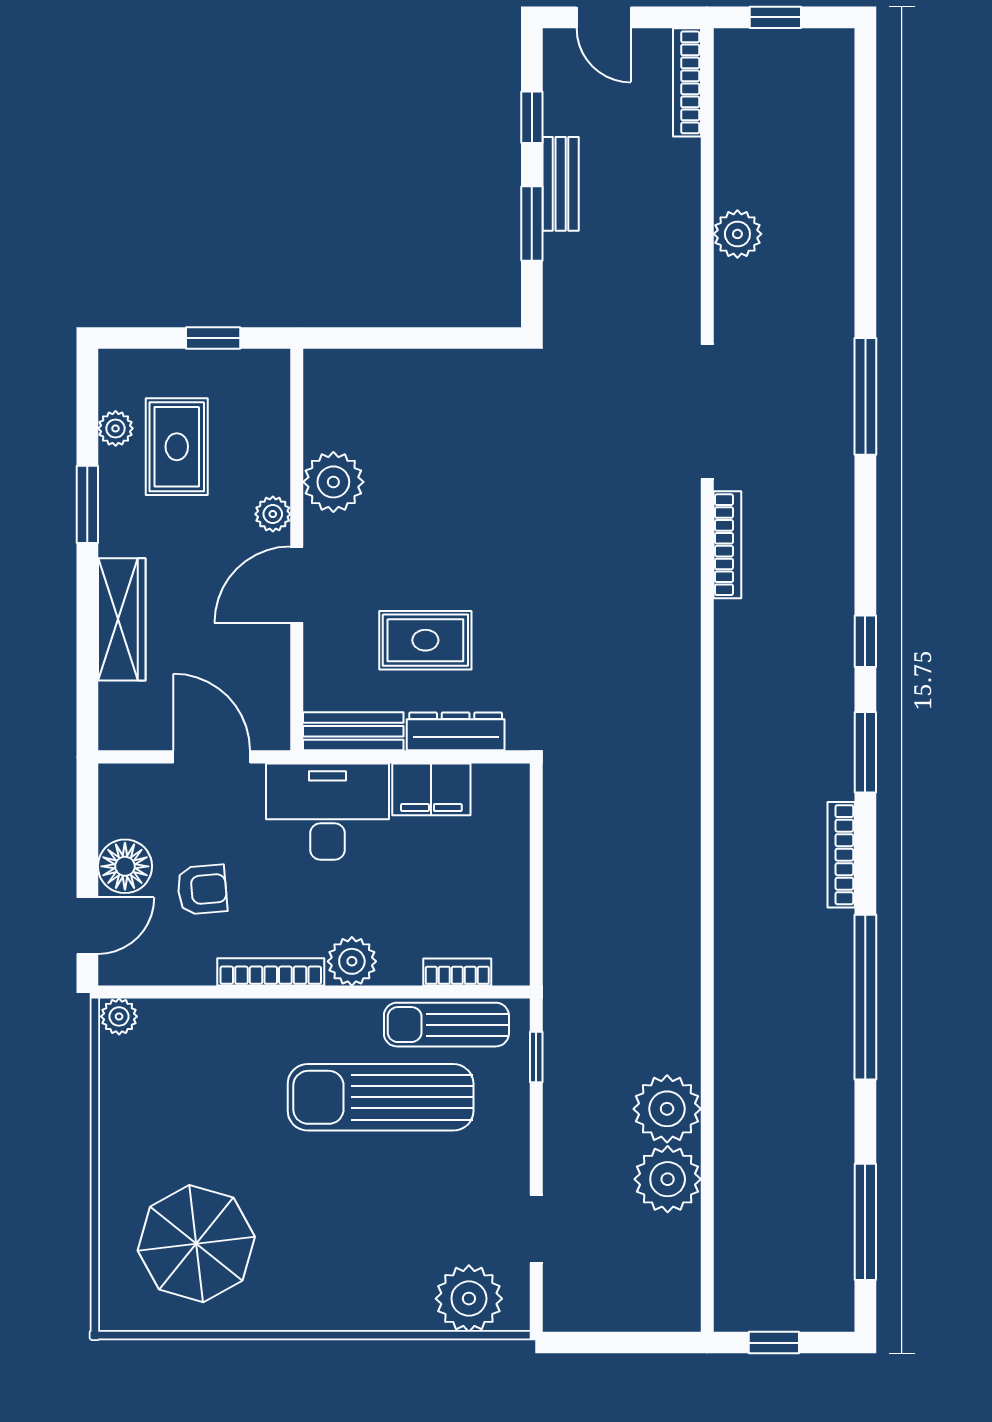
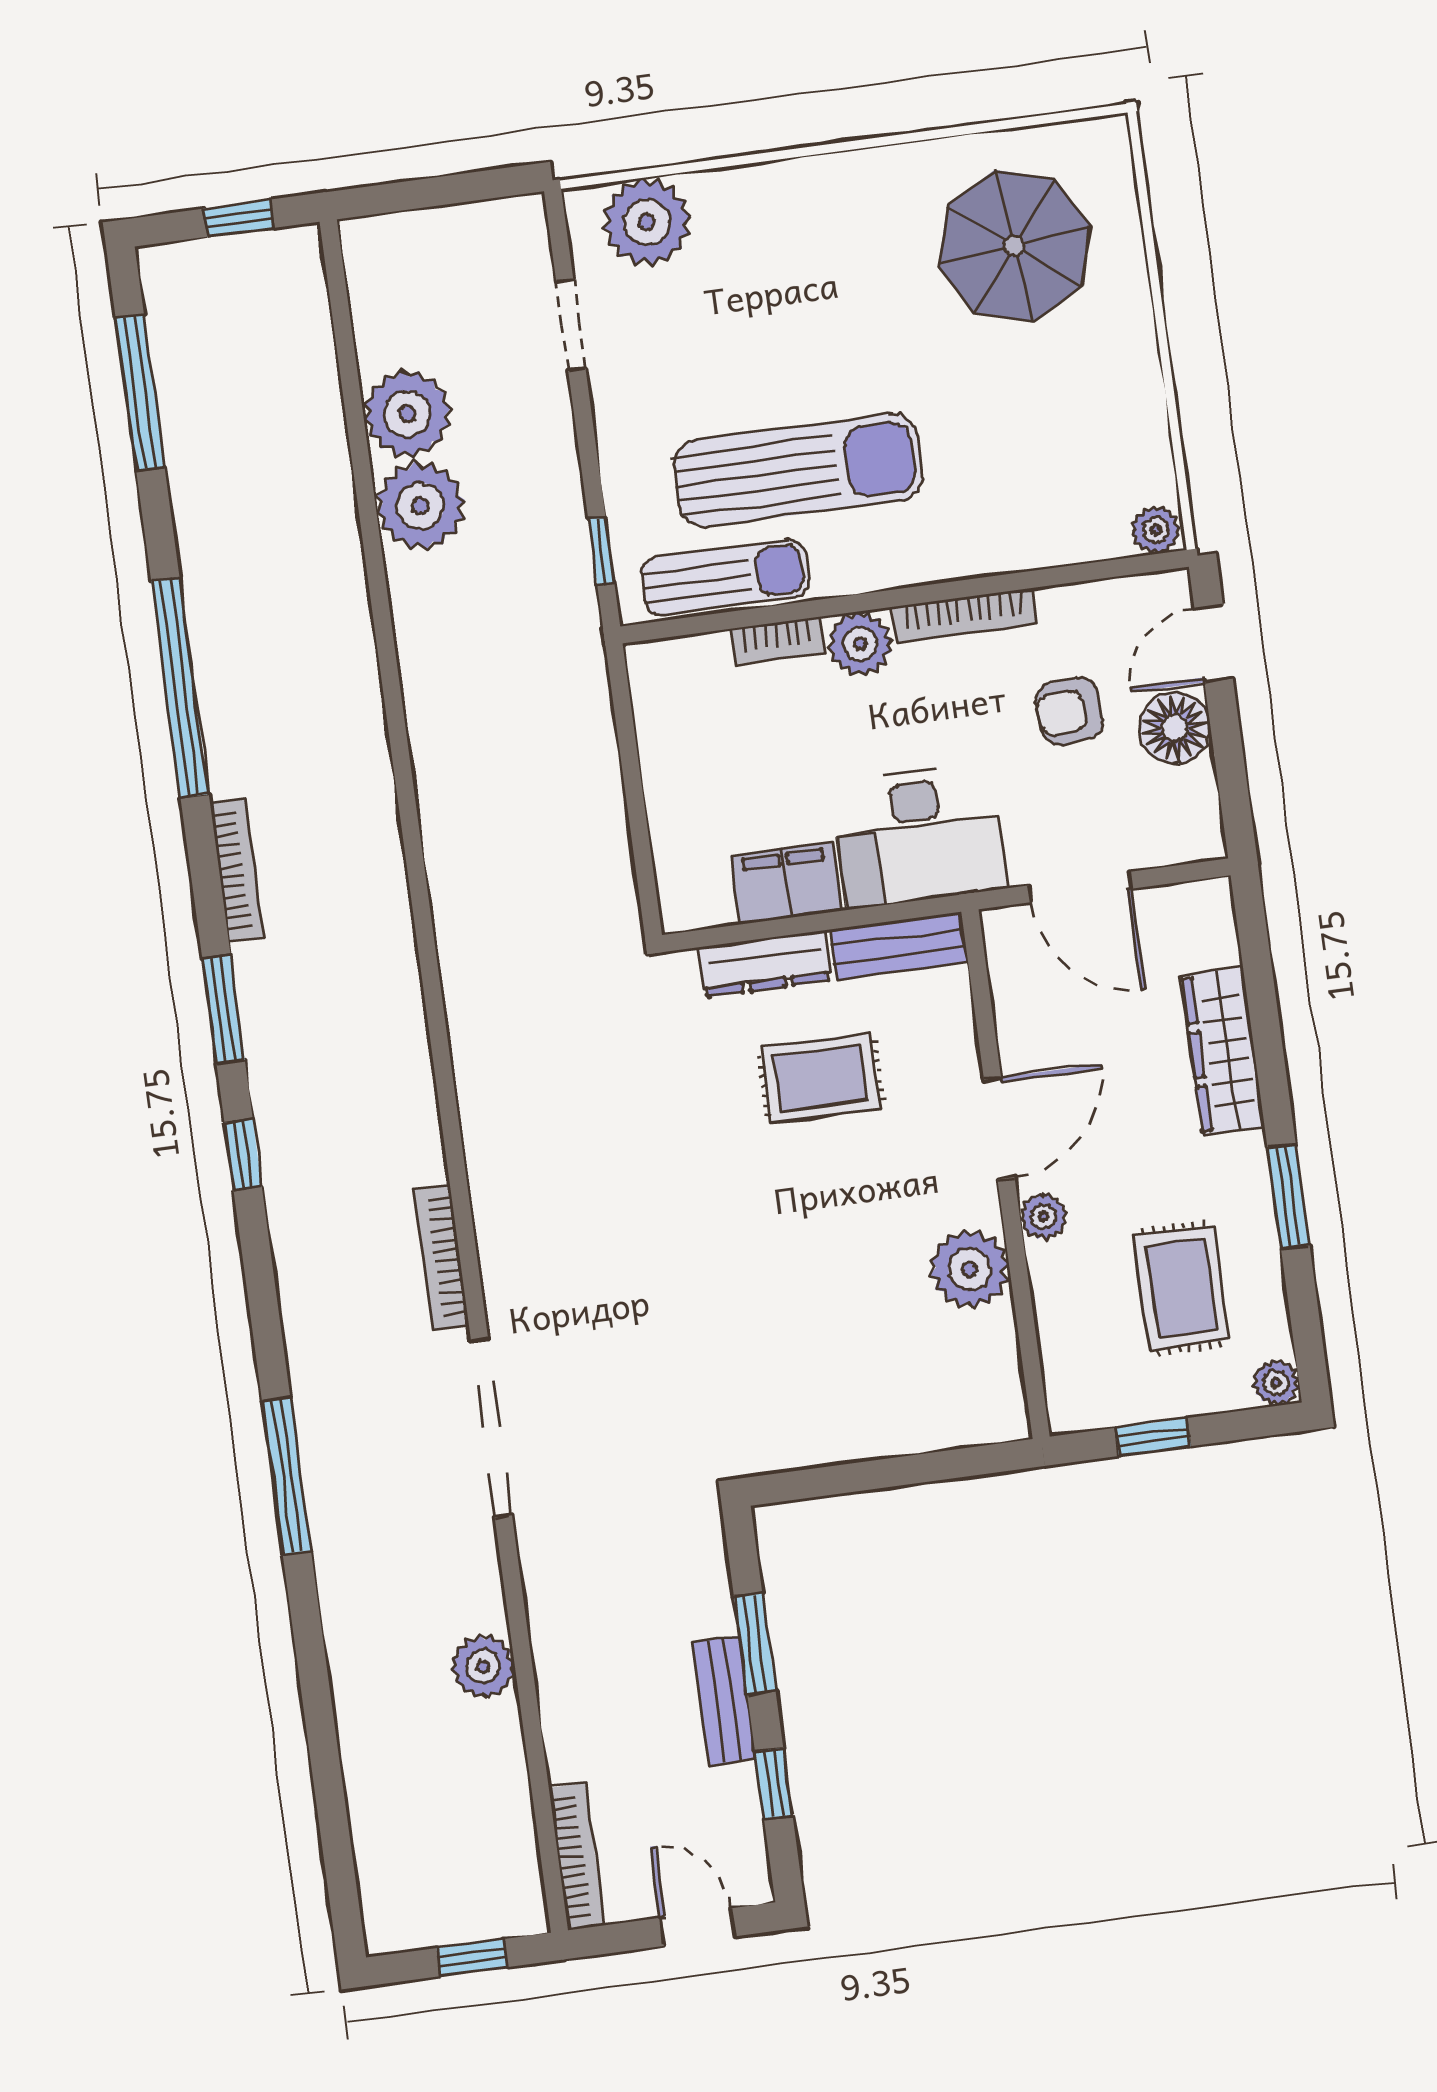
plant: (116, 428) -> (1276, 1383), moved
bookcase: (457, 972) -> (777, 640), moved

